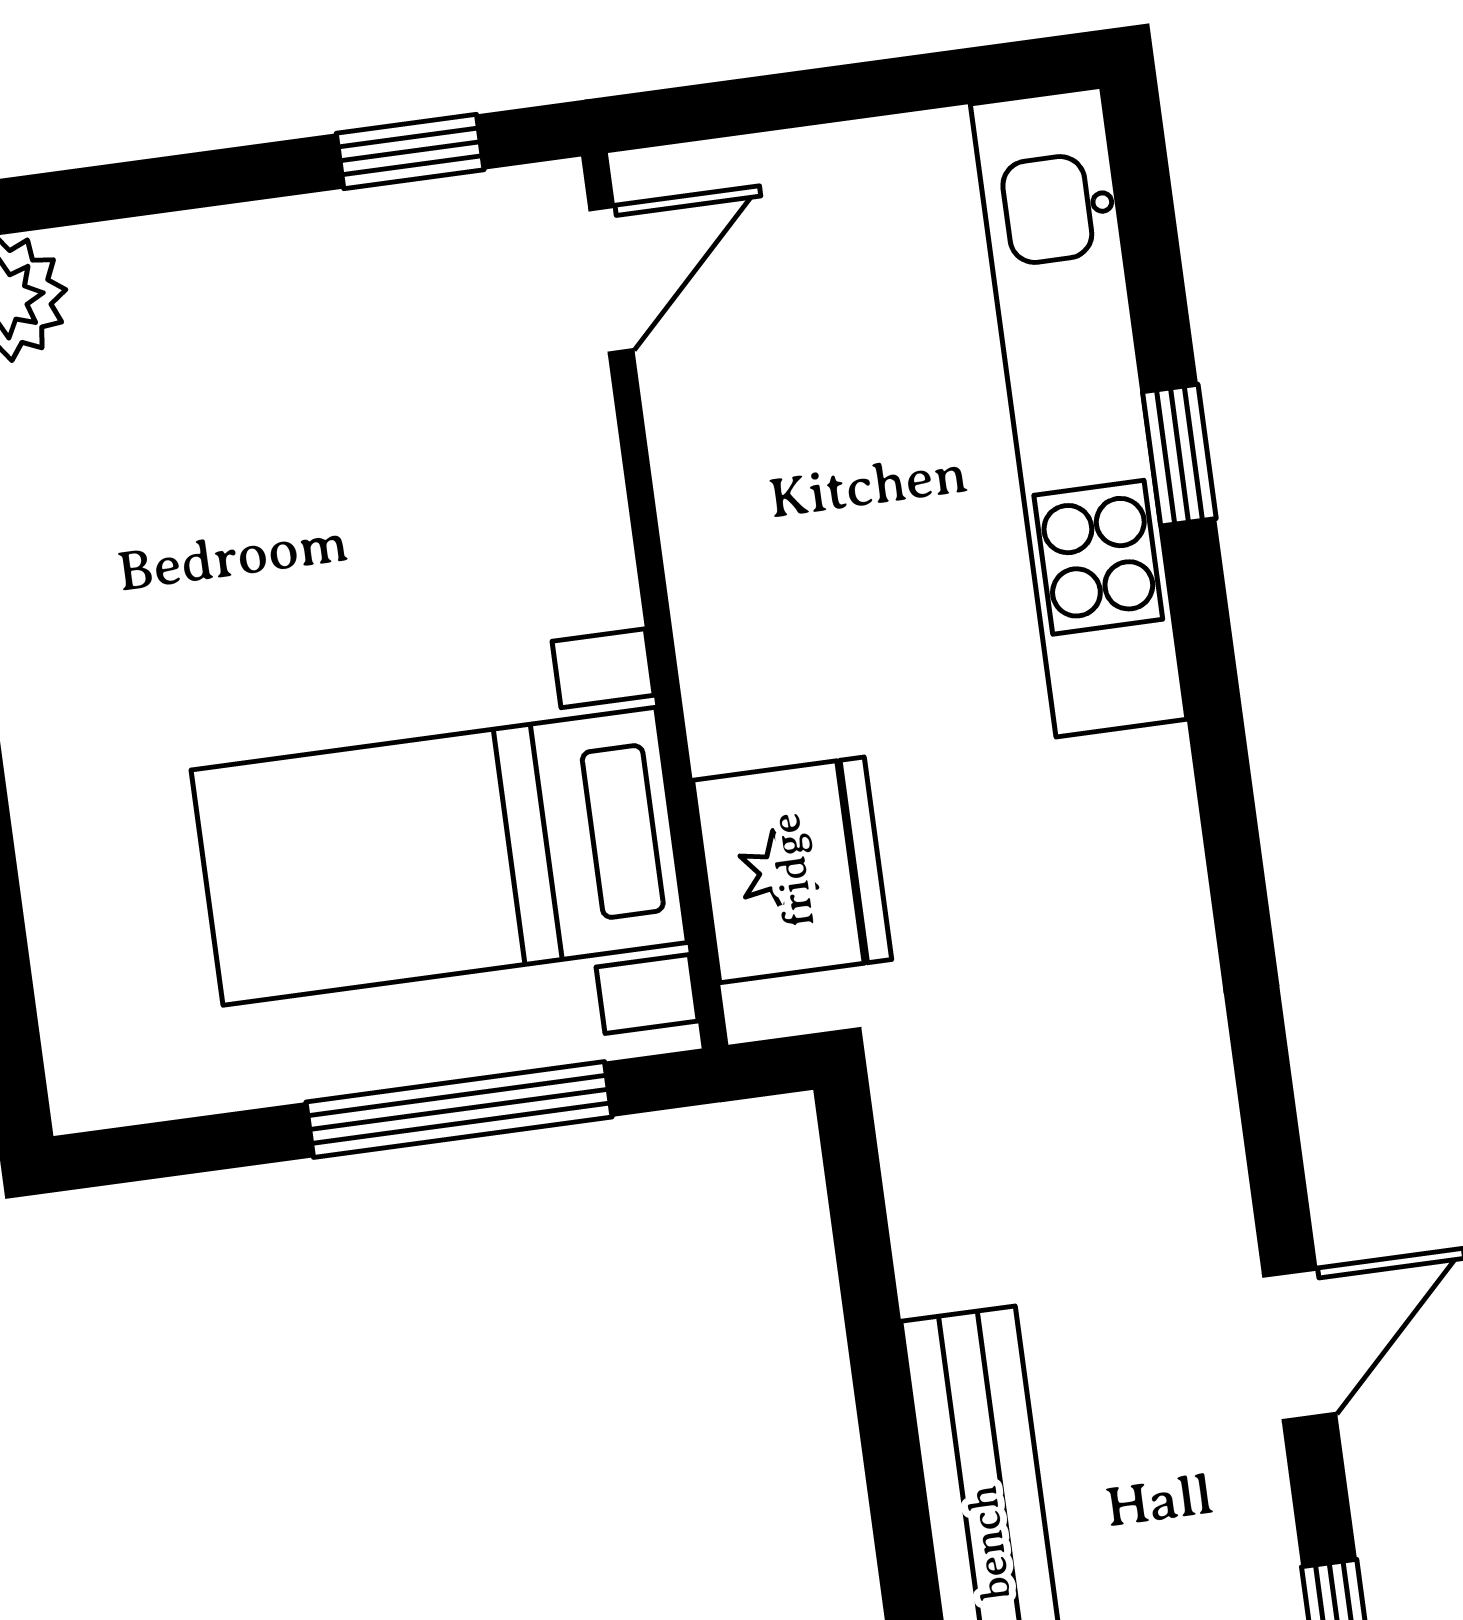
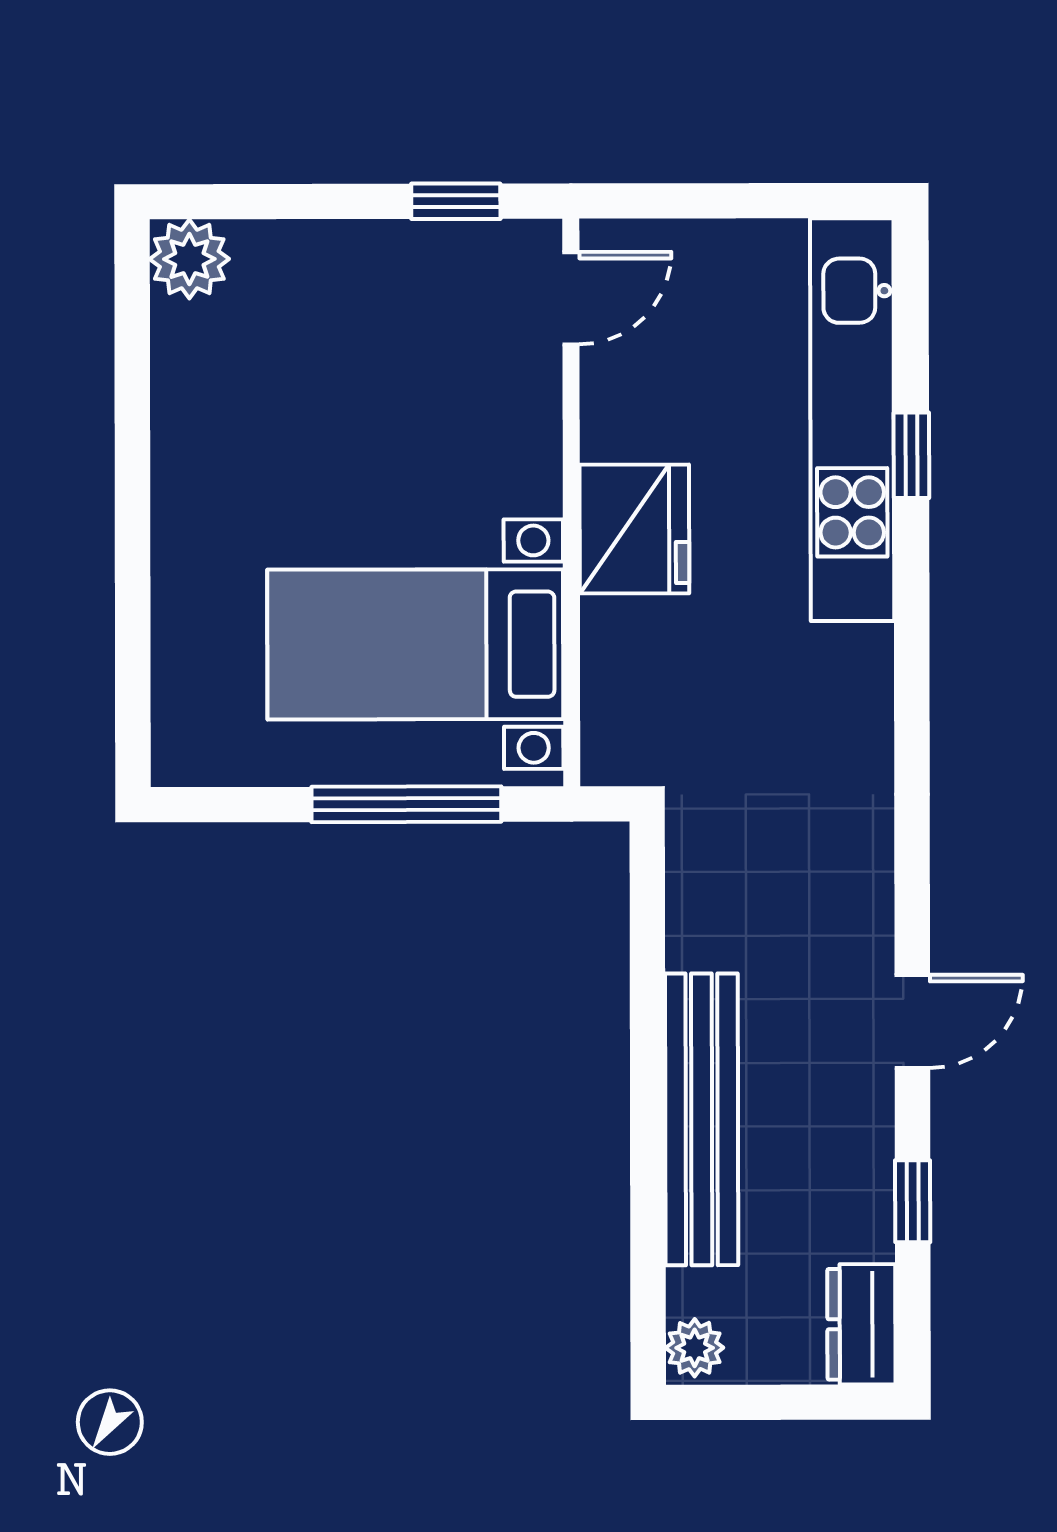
fridge: (792, 870) -> (634, 529), moved

